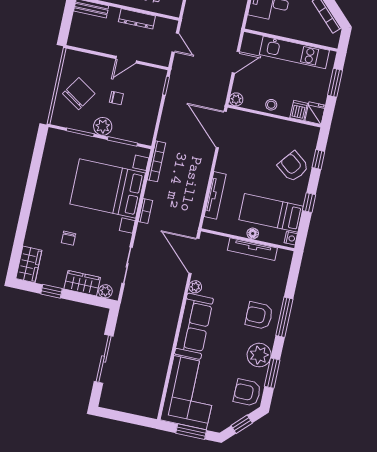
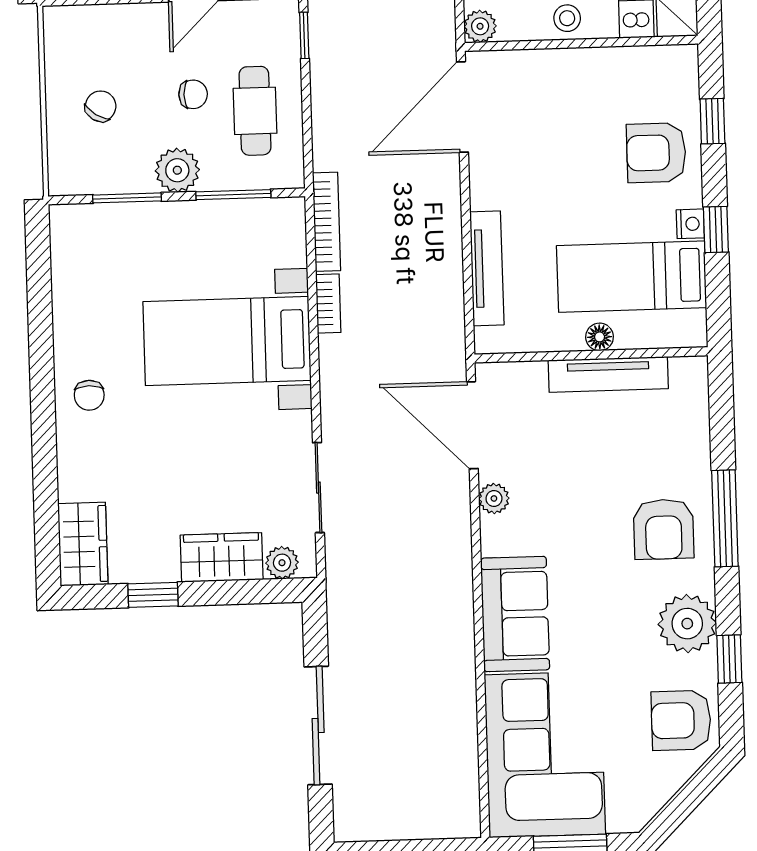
chair: (79, 94) -> (101, 106), width x0.54, depth x0.54
cafe table: (139, 111) -> (255, 111), added
door: (221, 129) -> (462, 107), hinge flipped
armchair: (293, 166) -> (656, 153), turned -38
bed with nightstands: (108, 188) -> (227, 341), width x0.73
bookcase: (145, 211) -> (328, 303), moved
chair: (69, 238) -> (89, 395), moved
nightstand: (291, 238) -> (690, 224), moved
armchair: (259, 316) -> (664, 529), turned -90
sofa: (194, 326) -> (515, 614), width x0.73
window: (272, 373) -> (729, 659), width x0.67
window: (242, 424) -> (687, 799), removed

